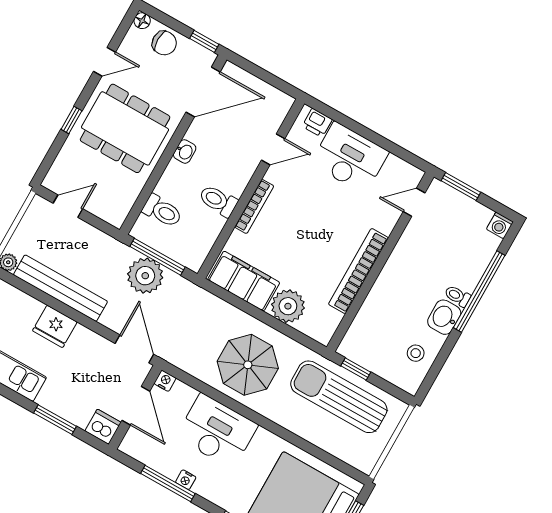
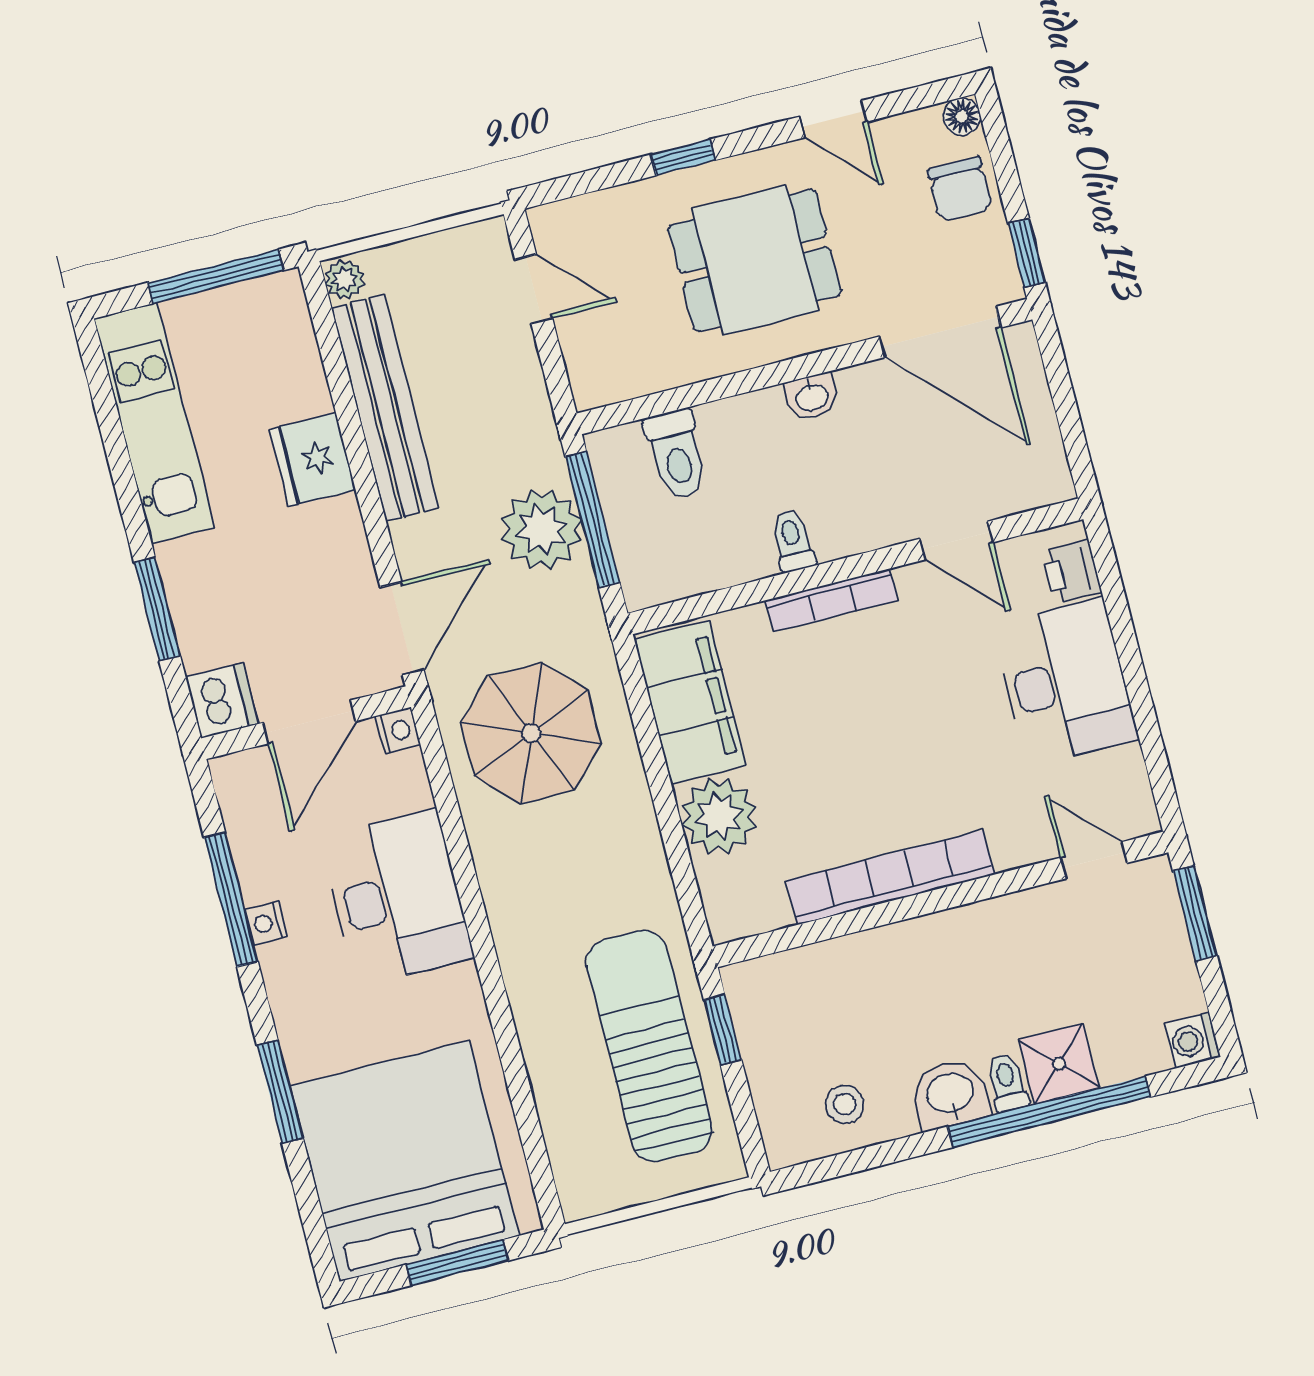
dining table: (125, 128) -> (755, 260), width x0.73
toilet: (218, 201) -> (793, 541), width x0.73, depth x0.72
shower: (467, 274) -> (1059, 1064), added
parasol: (248, 365) -> (531, 733), moved

